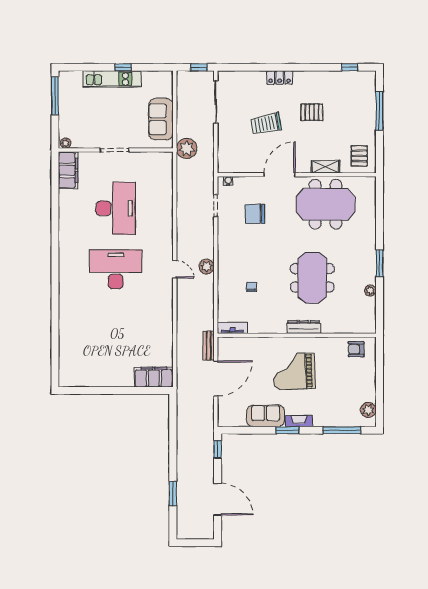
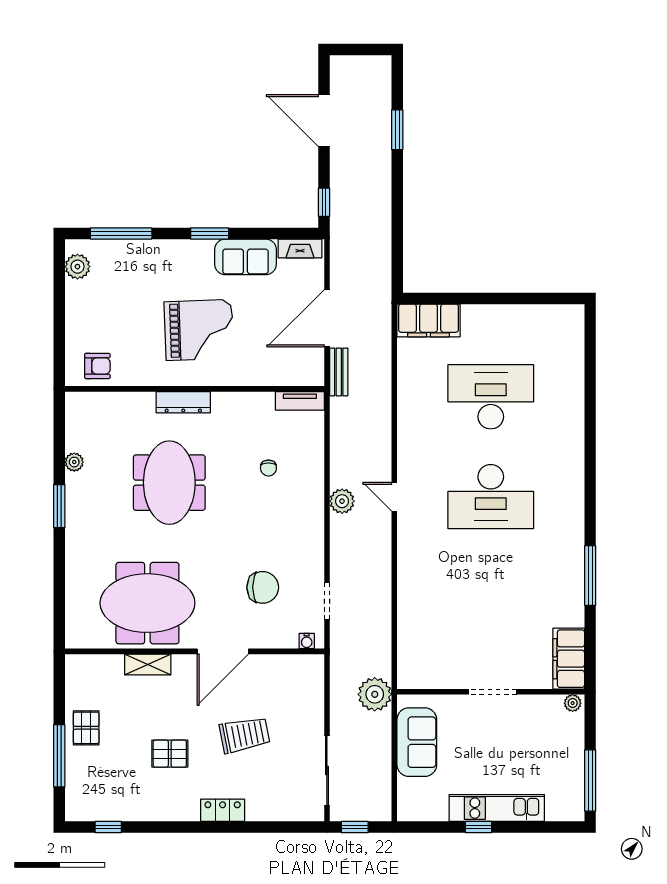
pallet: (359, 156) -> (86, 728), moved
desk: (116, 208) -> (491, 397), moved, turned 90
window: (55, 221) -> (590, 575), added
fireplace: (299, 421) -> (300, 248), moved

